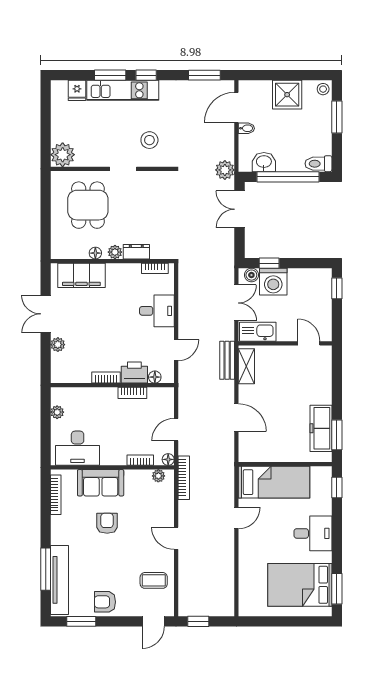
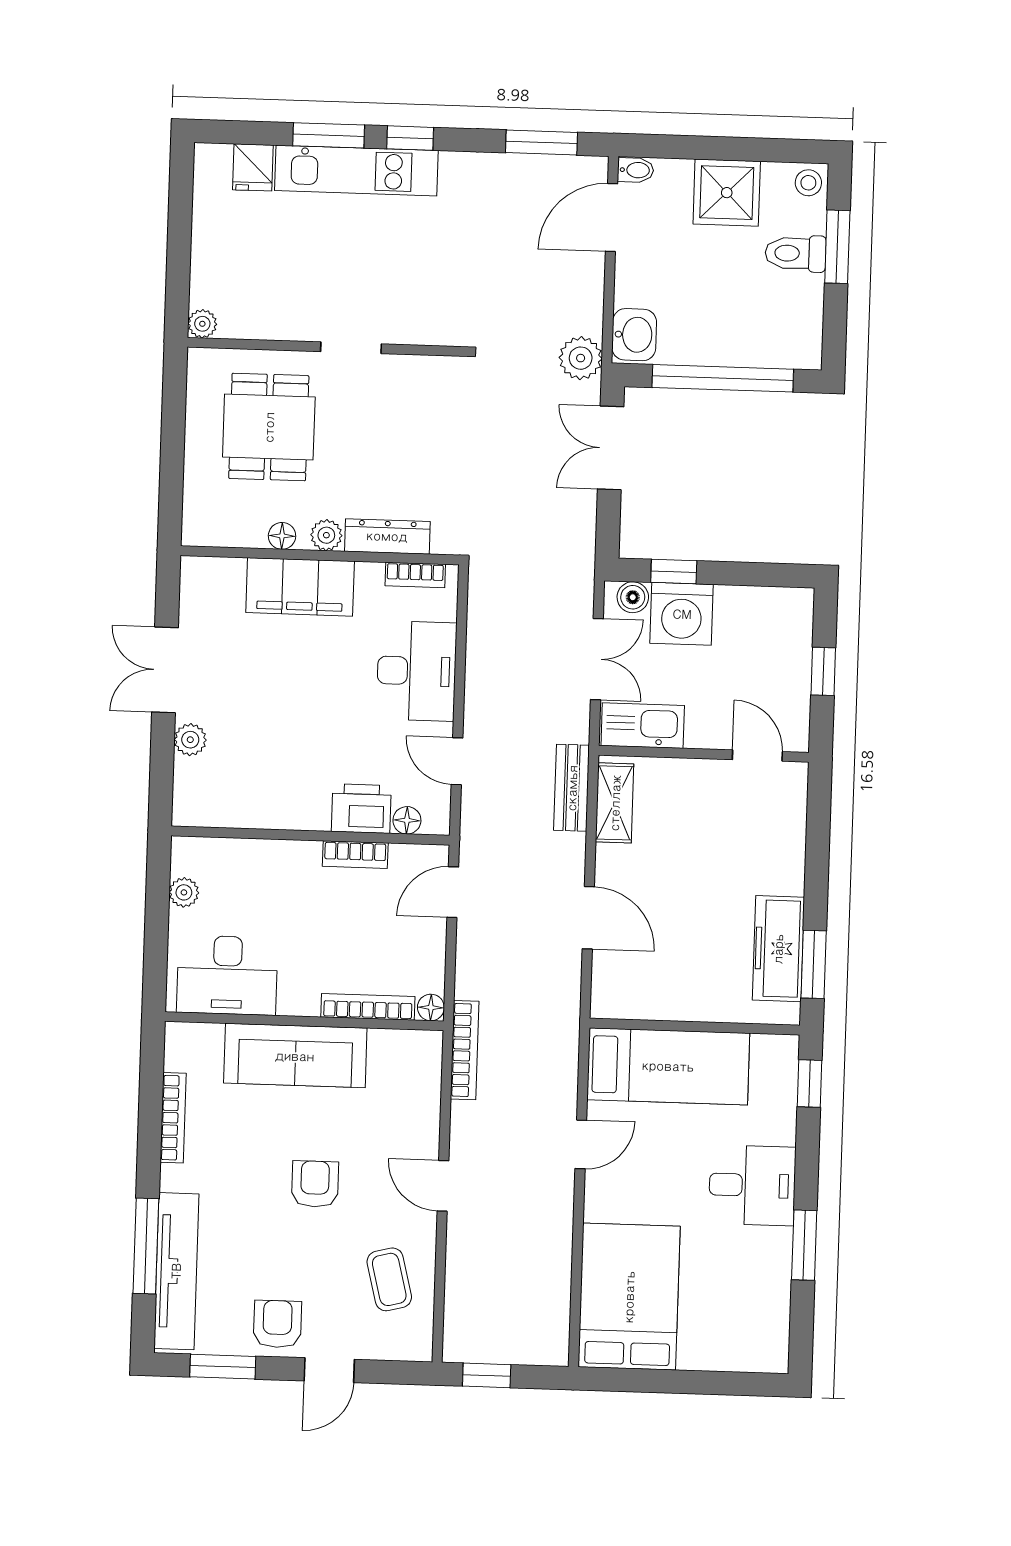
bidet: (246, 128) -> (636, 170), moved
stool: (149, 140) -> (413, 285), removed
plant: (63, 155) -> (202, 324), width x0.53, depth x0.53
washbasin: (264, 162) -> (634, 335), moved, turned 90
toilet: (318, 164) -> (796, 253), moved
dresser: (136, 252) -> (387, 536), width x1.44
filing cabinet: (81, 275) -> (300, 587), moved
window: (337, 288) -> (823, 671), moved
desk: (157, 311) -> (417, 671), width x1.37
door: (176, 350) -> (457, 761), swing flipped
bookcase: (106, 378) -> (297, 818), removed
door: (176, 430) -> (453, 892), moved
bookcase: (140, 460) -> (368, 1007), width x1.56
plant: (158, 476) -> (408, 1044), removed
sofa: (101, 483) -> (295, 1056), width x1.36
bookcase: (56, 495) -> (173, 1118), moved
armchair: (107, 523) -> (315, 1184), moved
coffee table: (154, 580) -> (389, 1279), turned 76
bed: (300, 585) -> (629, 1297), moved, turned 90
window: (337, 589) -> (804, 1245), moved
armchair: (105, 602) -> (277, 1324), turned 90
door: (153, 621) -> (329, 1370), moved

